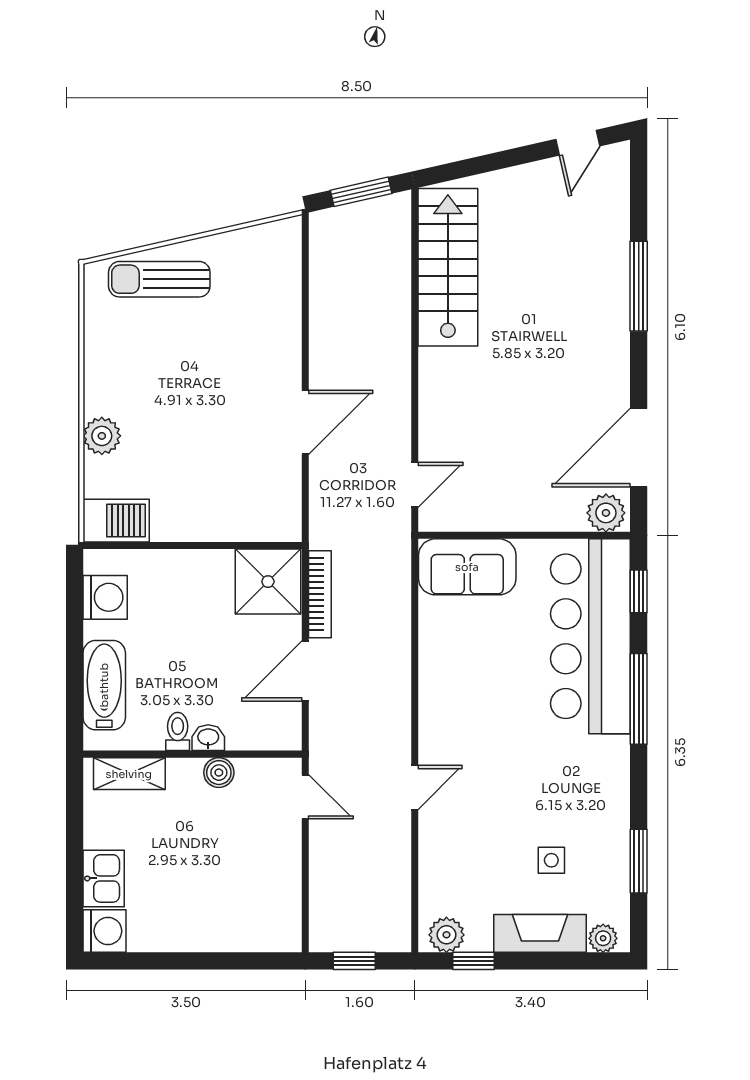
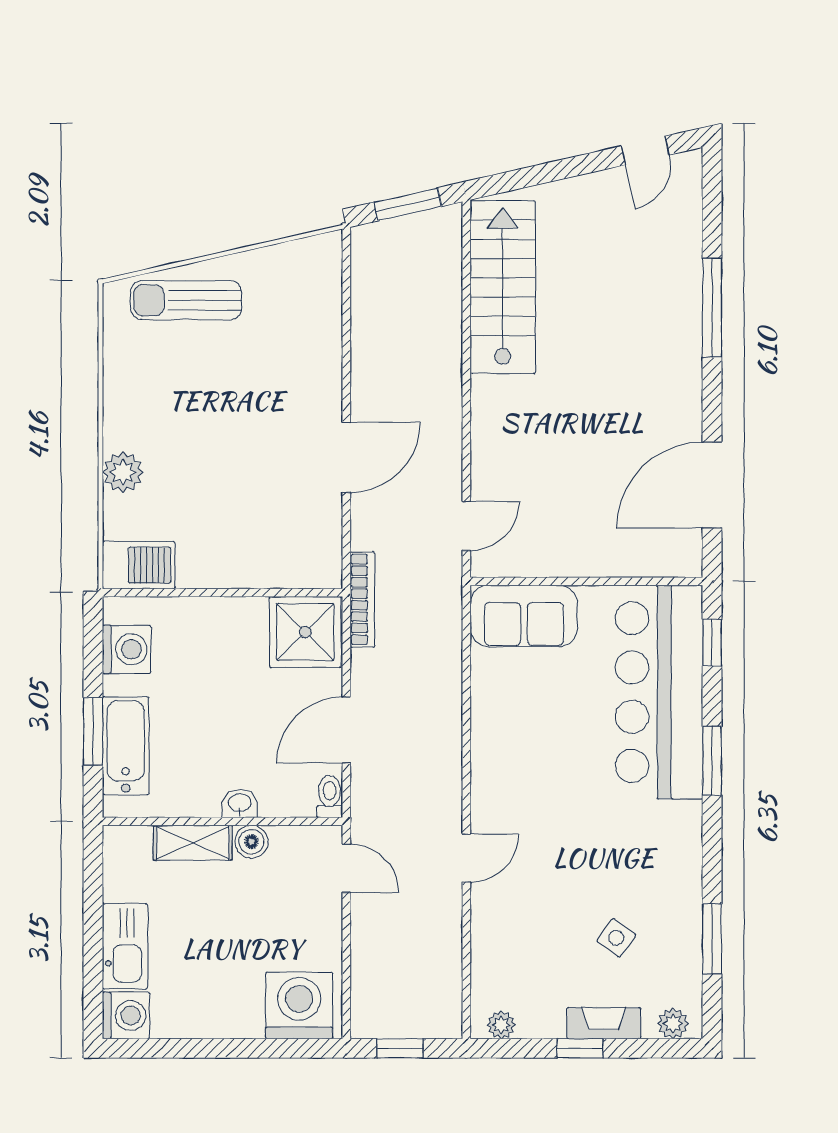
plant: (606, 513) -> (676, 557), removed
bookcase: (320, 594) -> (362, 599), moved
window: (75, 672) -> (93, 731), added
window: (639, 699) -> (712, 761), width x0.69
toilet: (178, 731) -> (330, 797), moved
shelving: (129, 774) -> (193, 843), moved
side table: (551, 860) -> (616, 938), turned 36
kitchen sink: (104, 878) -> (125, 946), width x1.38
washing machine: (262, 922) -> (299, 1005), added
fireplace: (540, 933) -> (604, 1023), width x0.73, depth x0.76
plant: (446, 935) -> (501, 1025), width x0.73, depth x0.73
window: (474, 961) -> (580, 1048), moved

